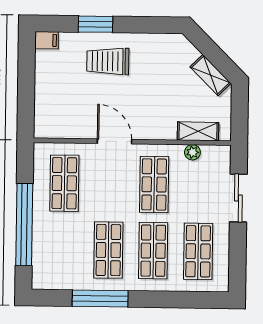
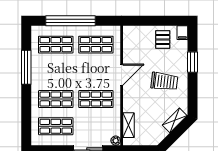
trolley: (108, 61) -> (164, 81), moved, turned 97
pallet: (57, 73) -> (163, 40), added
shelving: (211, 75) -> (175, 120), moved
plant: (192, 152) -> (116, 141), moved
shop shelf: (108, 250) -> (56, 45), moved

